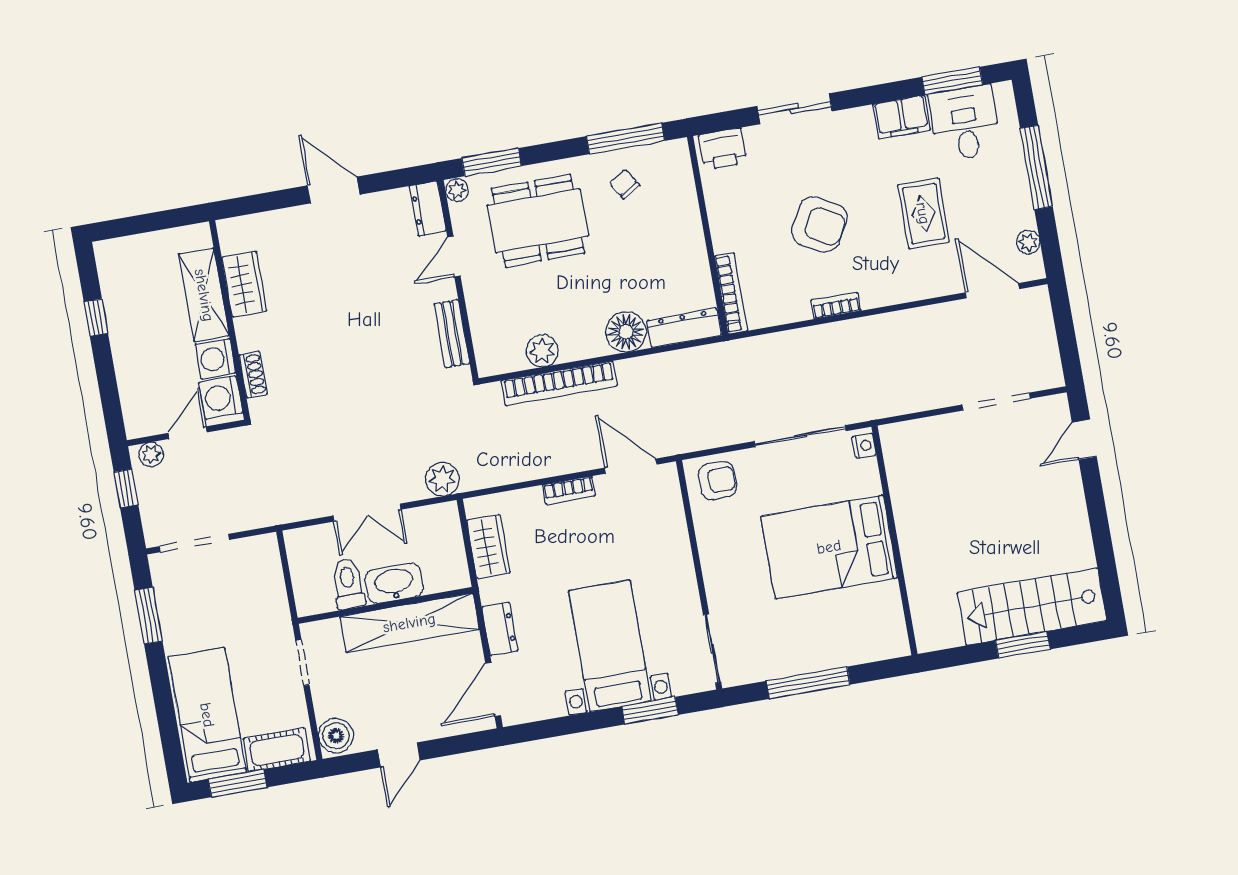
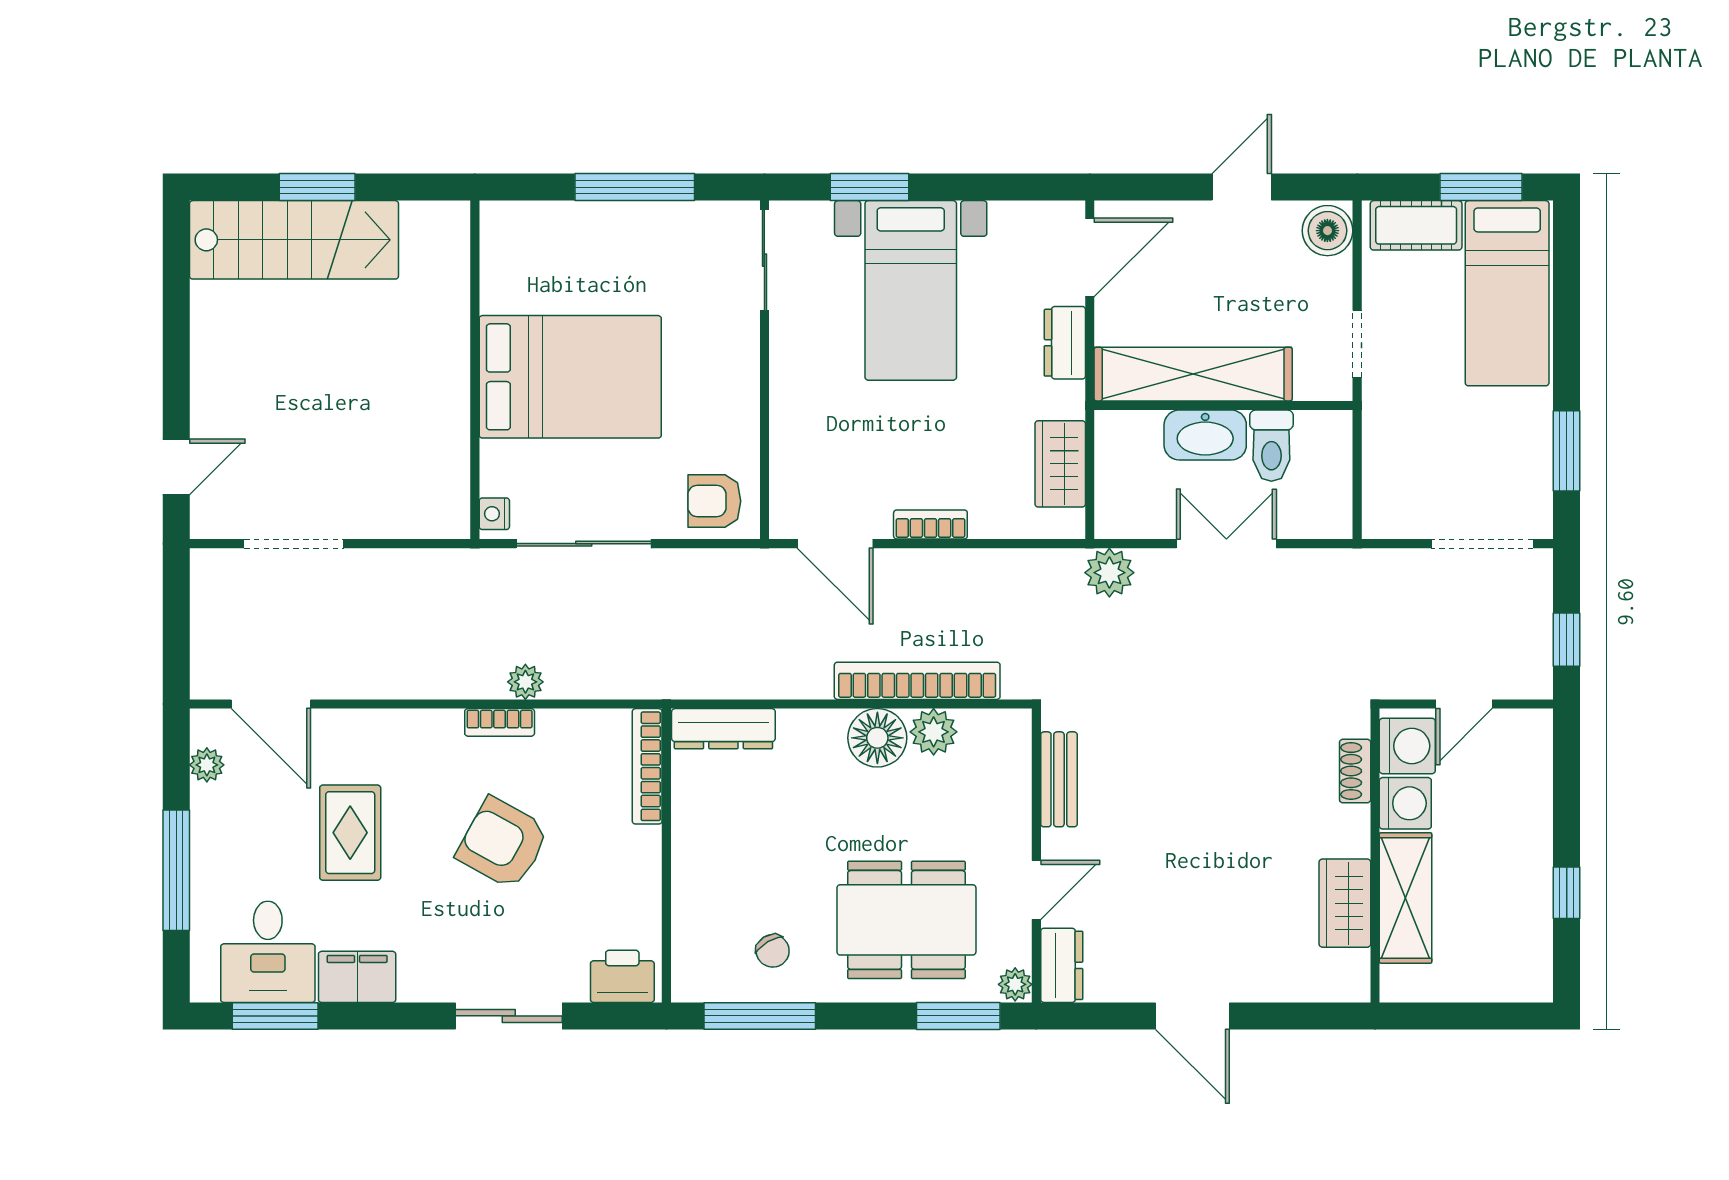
floor lamp: (626, 332) -> (877, 738), moved
plant: (151, 455) -> (525, 682), moved

